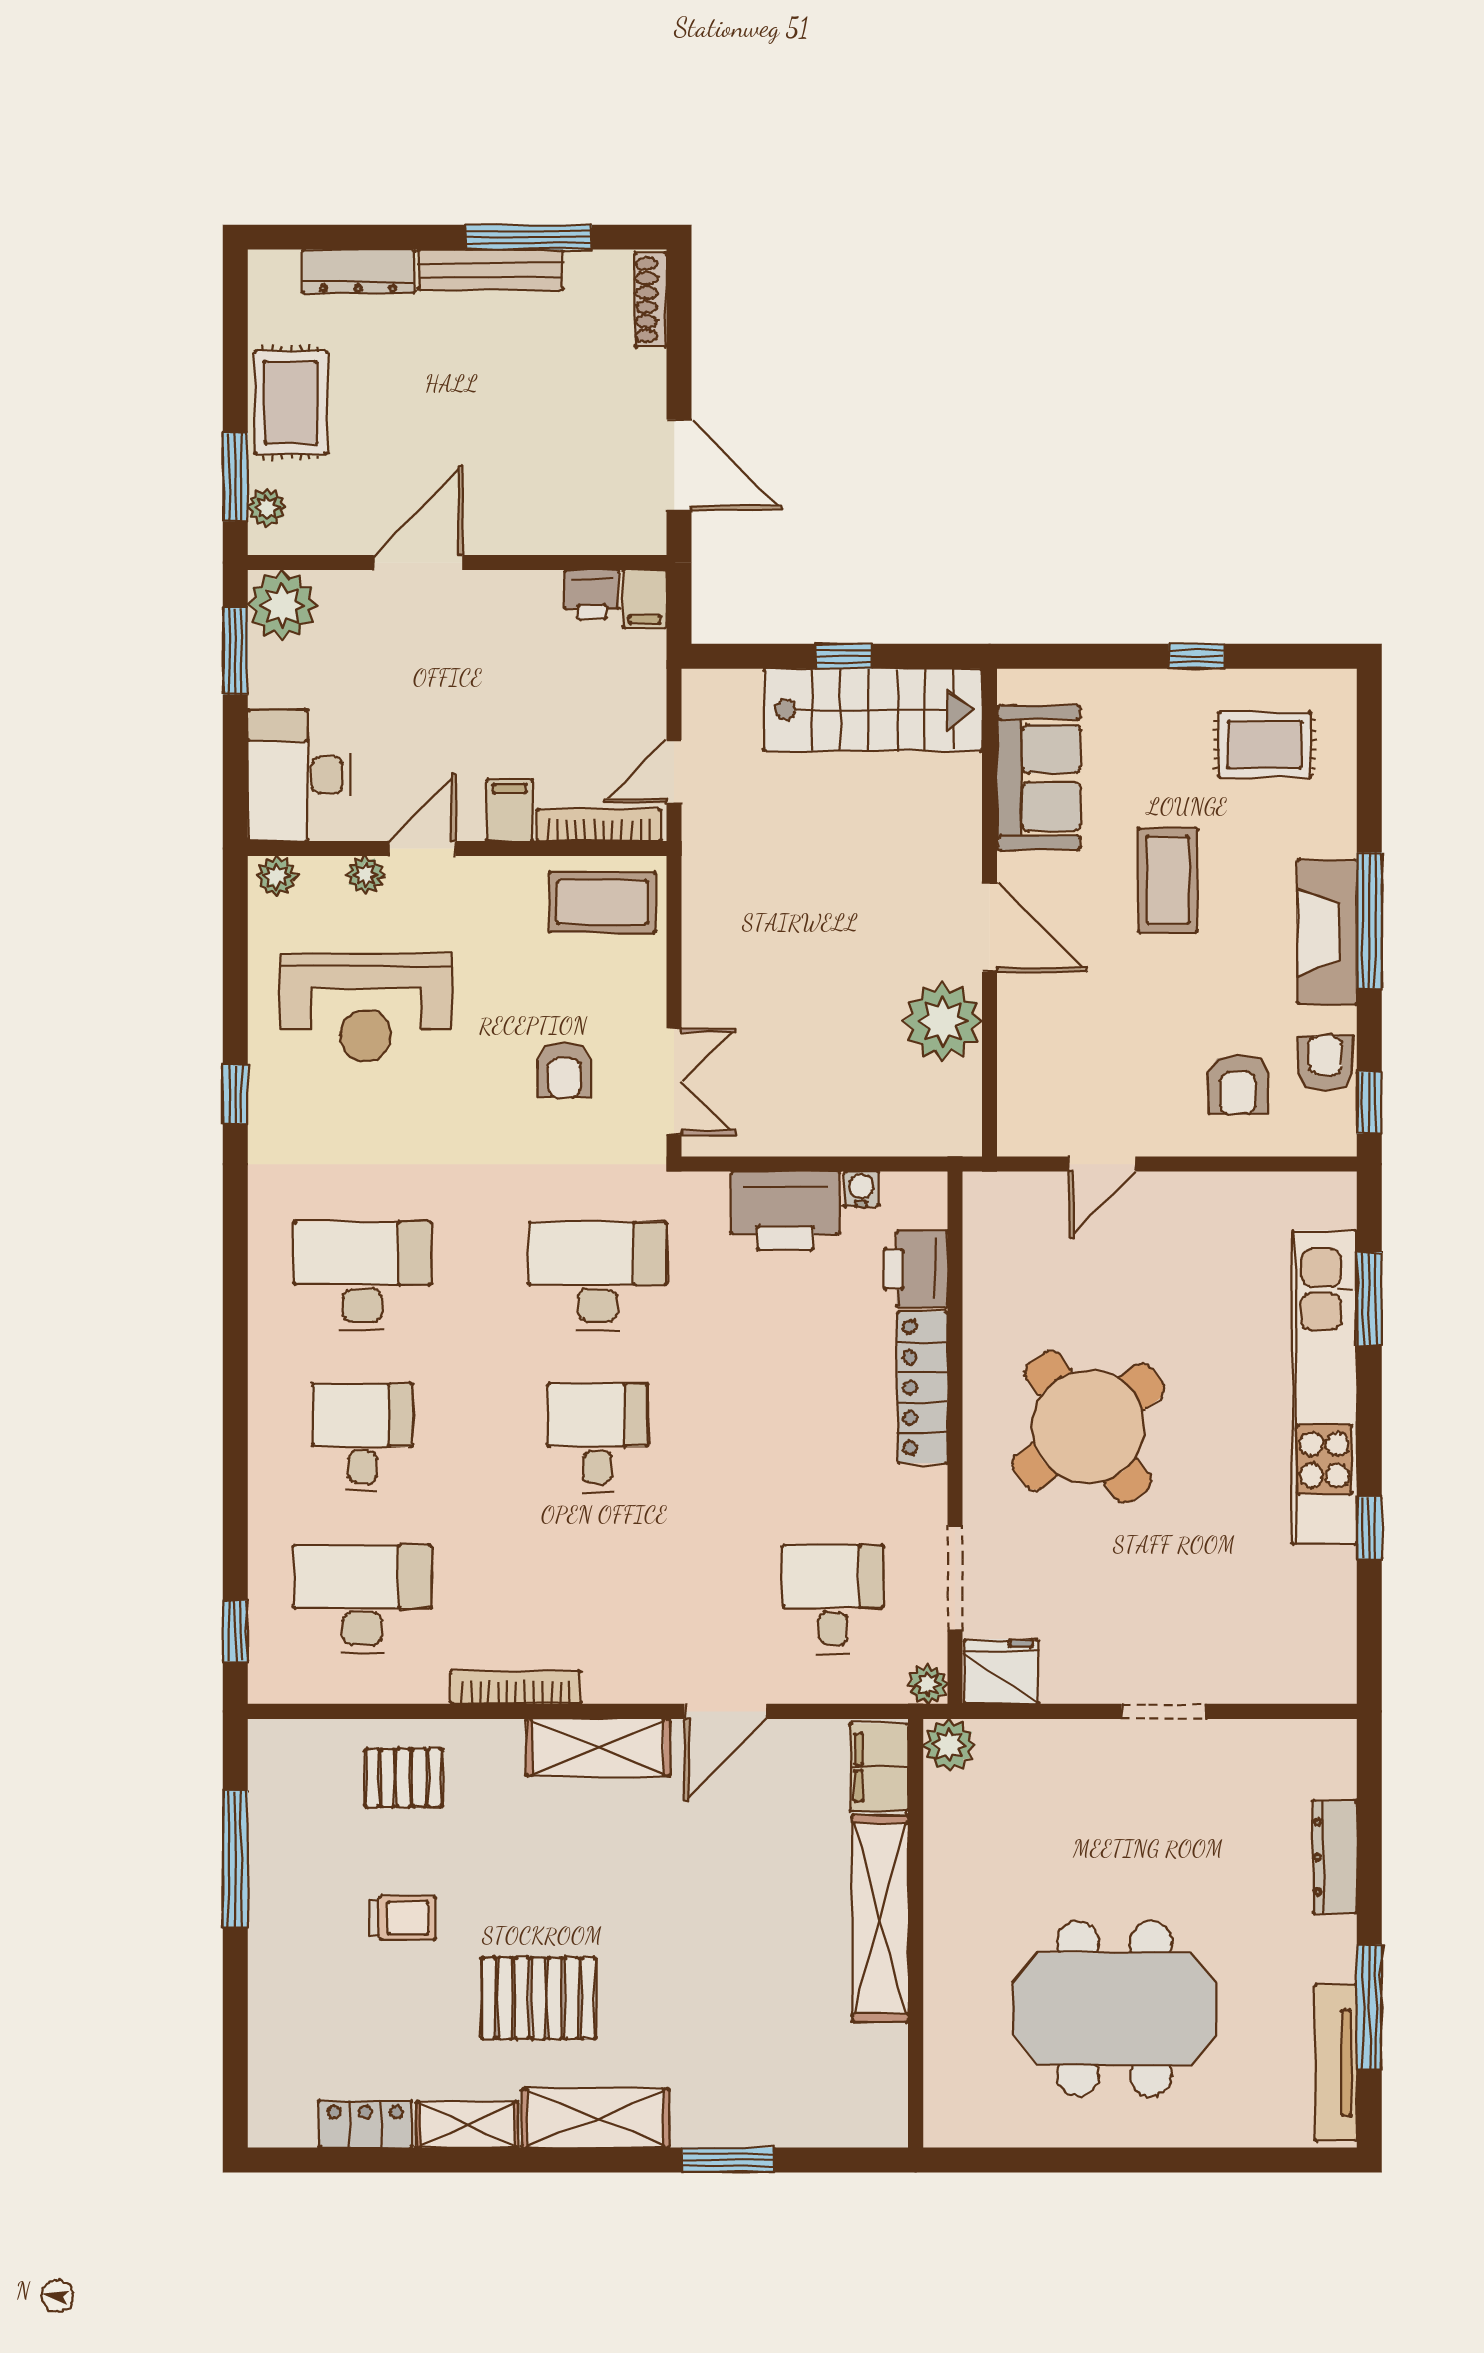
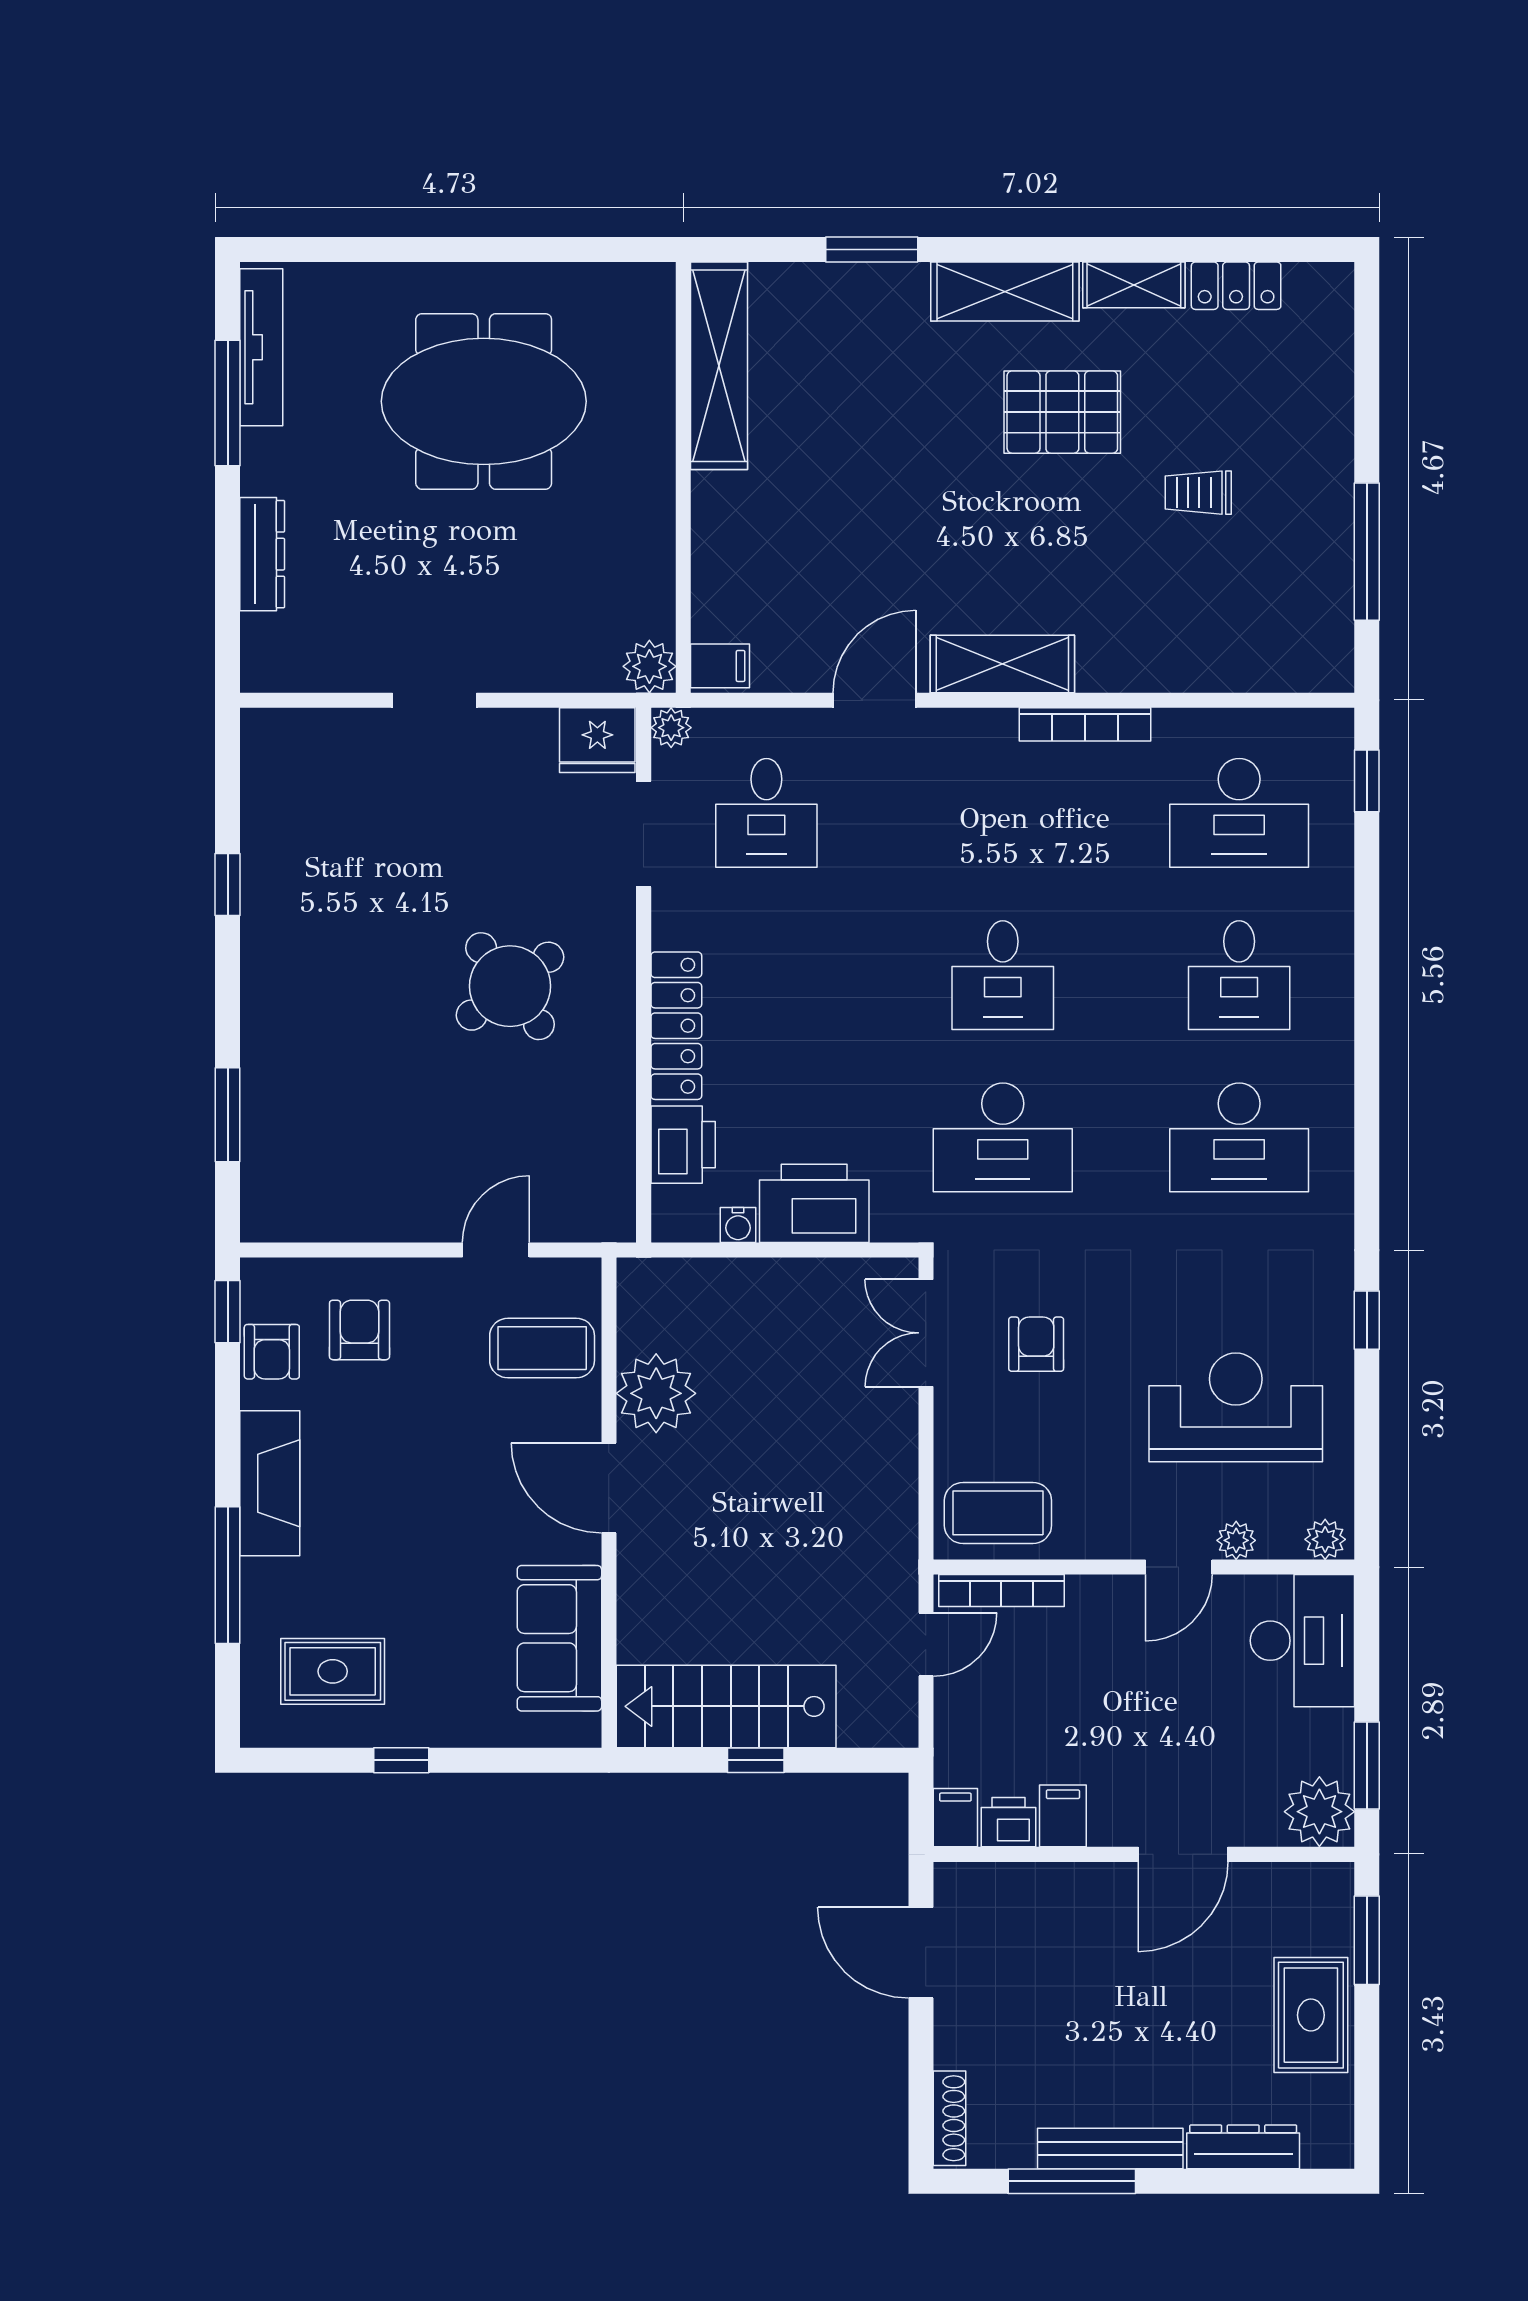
plant: (267, 508) -> (1335, 1910), removed
filing cabinet: (510, 810) -> (1063, 1816), moved, turned 180
coffee table: (1168, 880) -> (542, 1348), moved, turned 90
window: (1369, 921) -> (228, 1575), moved
kitchen unit: (1324, 1387) -> (273, 1026), removed
round table: (1088, 1427) -> (510, 986), width x0.73, depth x0.73
filing cabinet: (879, 1767) -> (720, 666), width x0.50
pallet: (404, 1778) -> (1198, 633), removed
shelving: (880, 1919) -> (719, 366), moved

